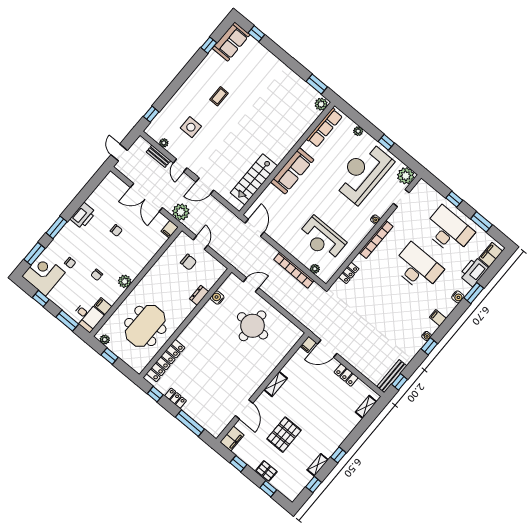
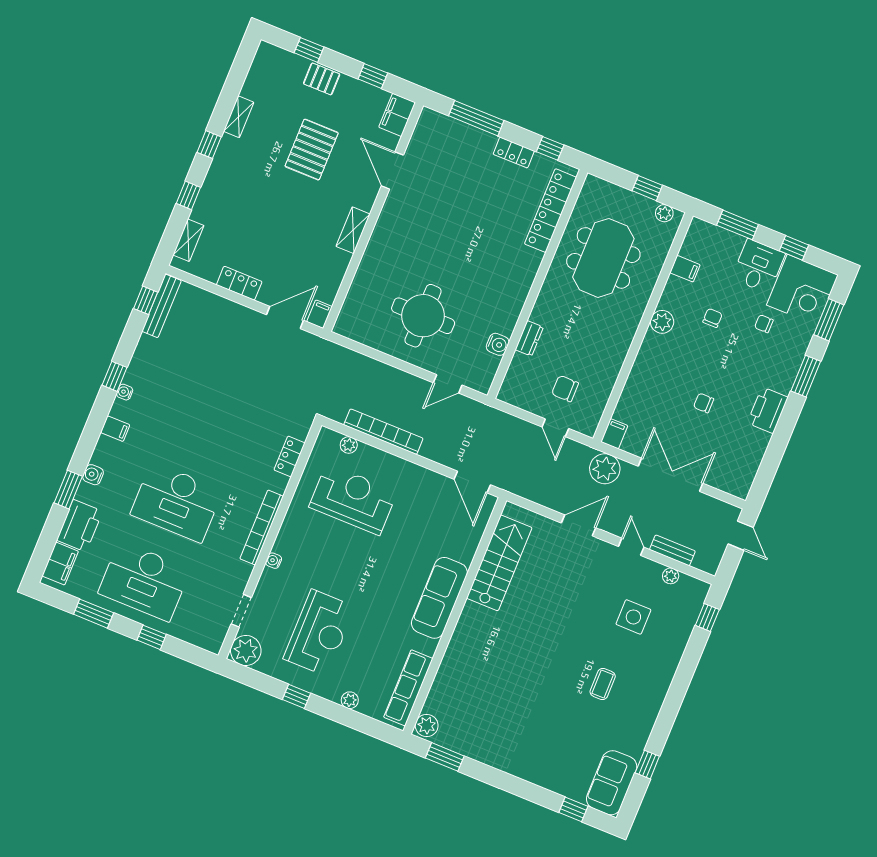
reception desk: (363, 173) -> (319, 633), width x0.74, depth x0.77
desk: (88, 316) -> (758, 266), moved, turned 90
window: (314, 485) -> (188, 195), moved

